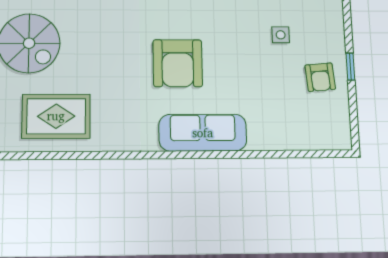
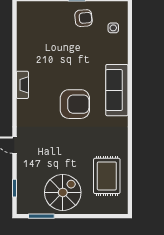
side table: (281, 35) -> (113, 28), moved

